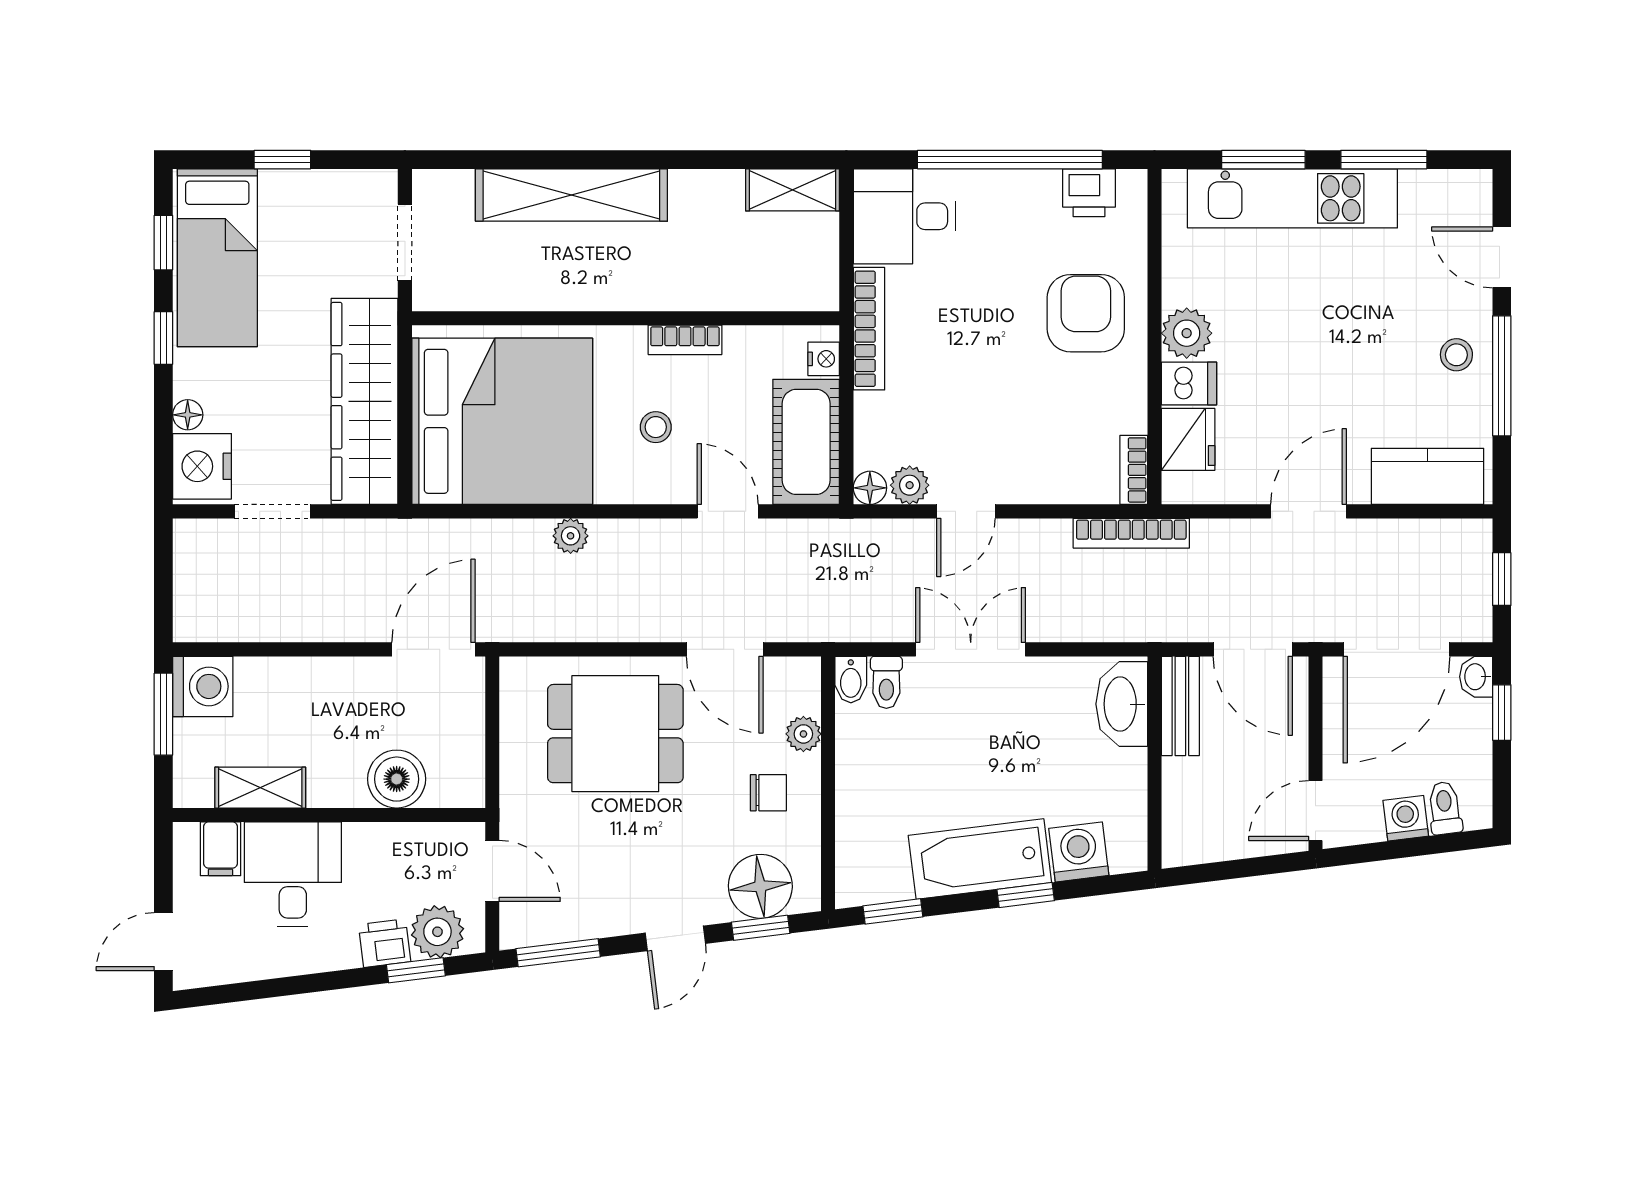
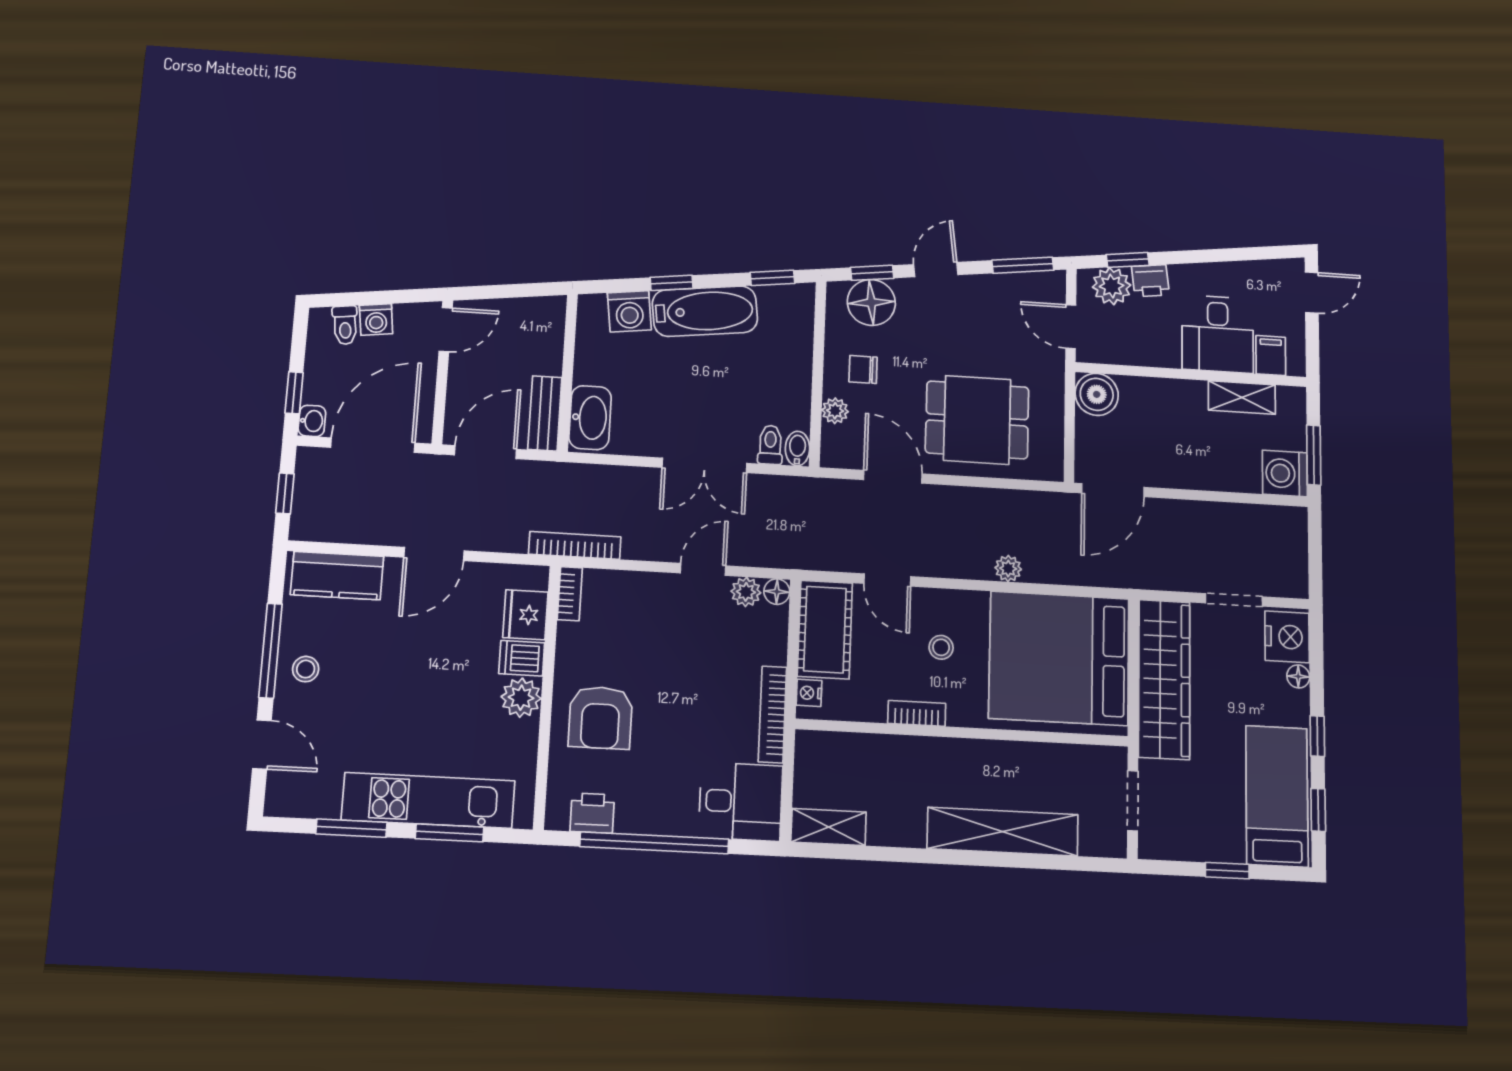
door: (1253, 649) -> (486, 452), hinge flipped
boiler: (397, 779) -> (1097, 394), moved

